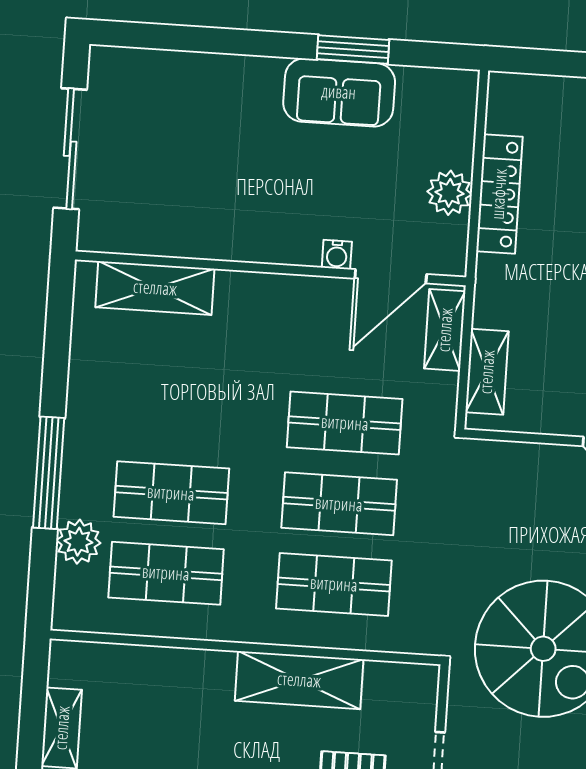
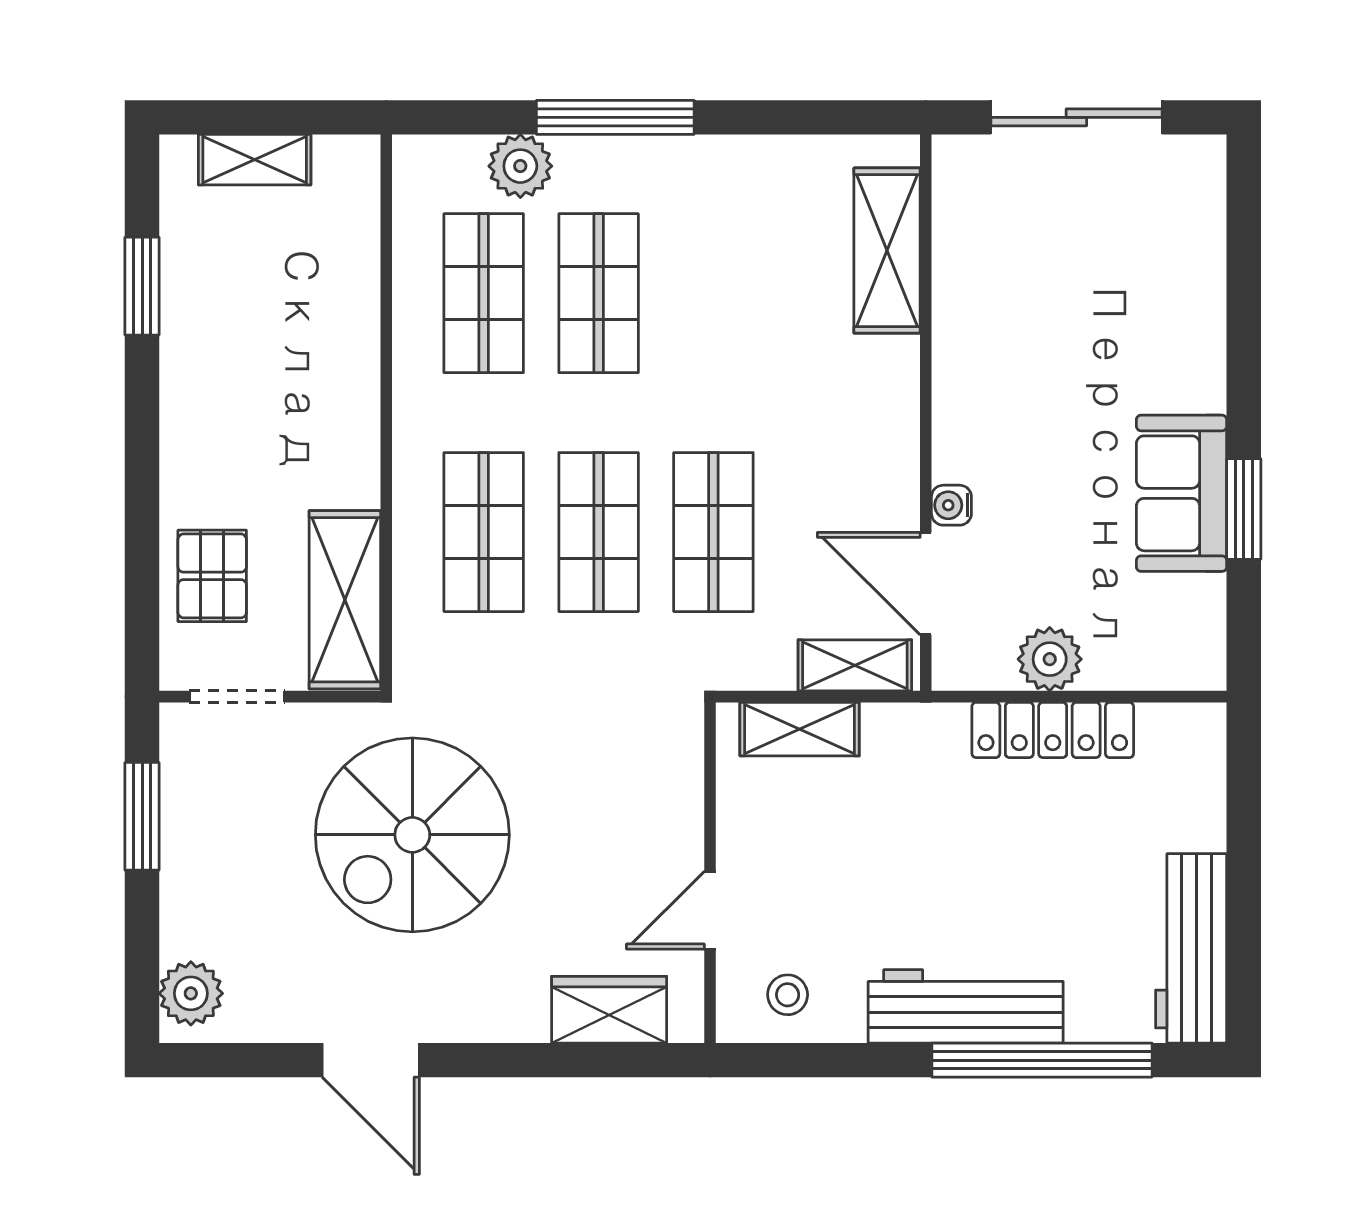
shelving: (299, 680) -> (345, 600), moved

